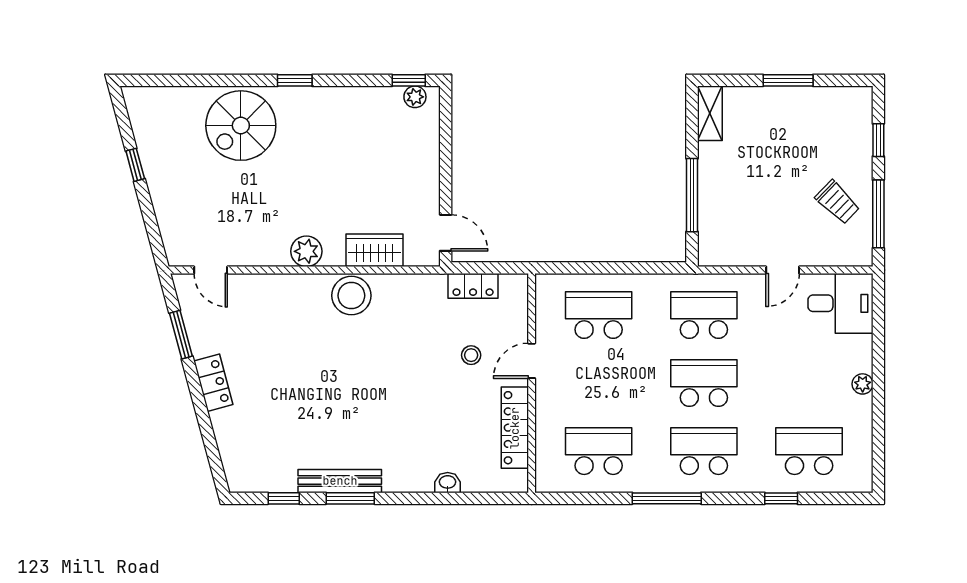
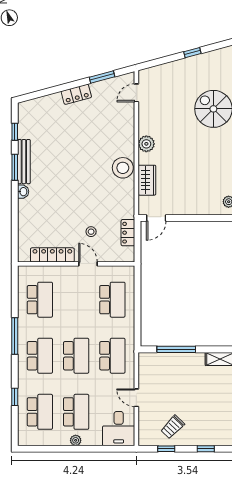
window: (878, 214) -> (166, 449), width x0.46
school desk: (809, 383) -> (76, 412), added
washbasin: (448, 483) -> (23, 192), moved

